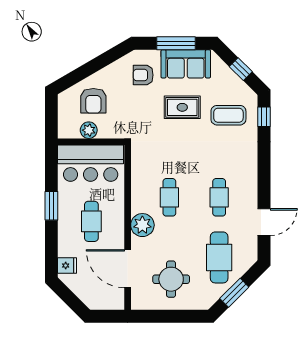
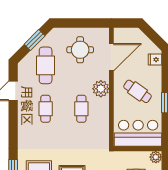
plant: (89, 130) -> (156, 157), moved
cafe table: (91, 221) -> (137, 91), turned -55
door: (128, 269) -> (111, 57), hinge flipped

